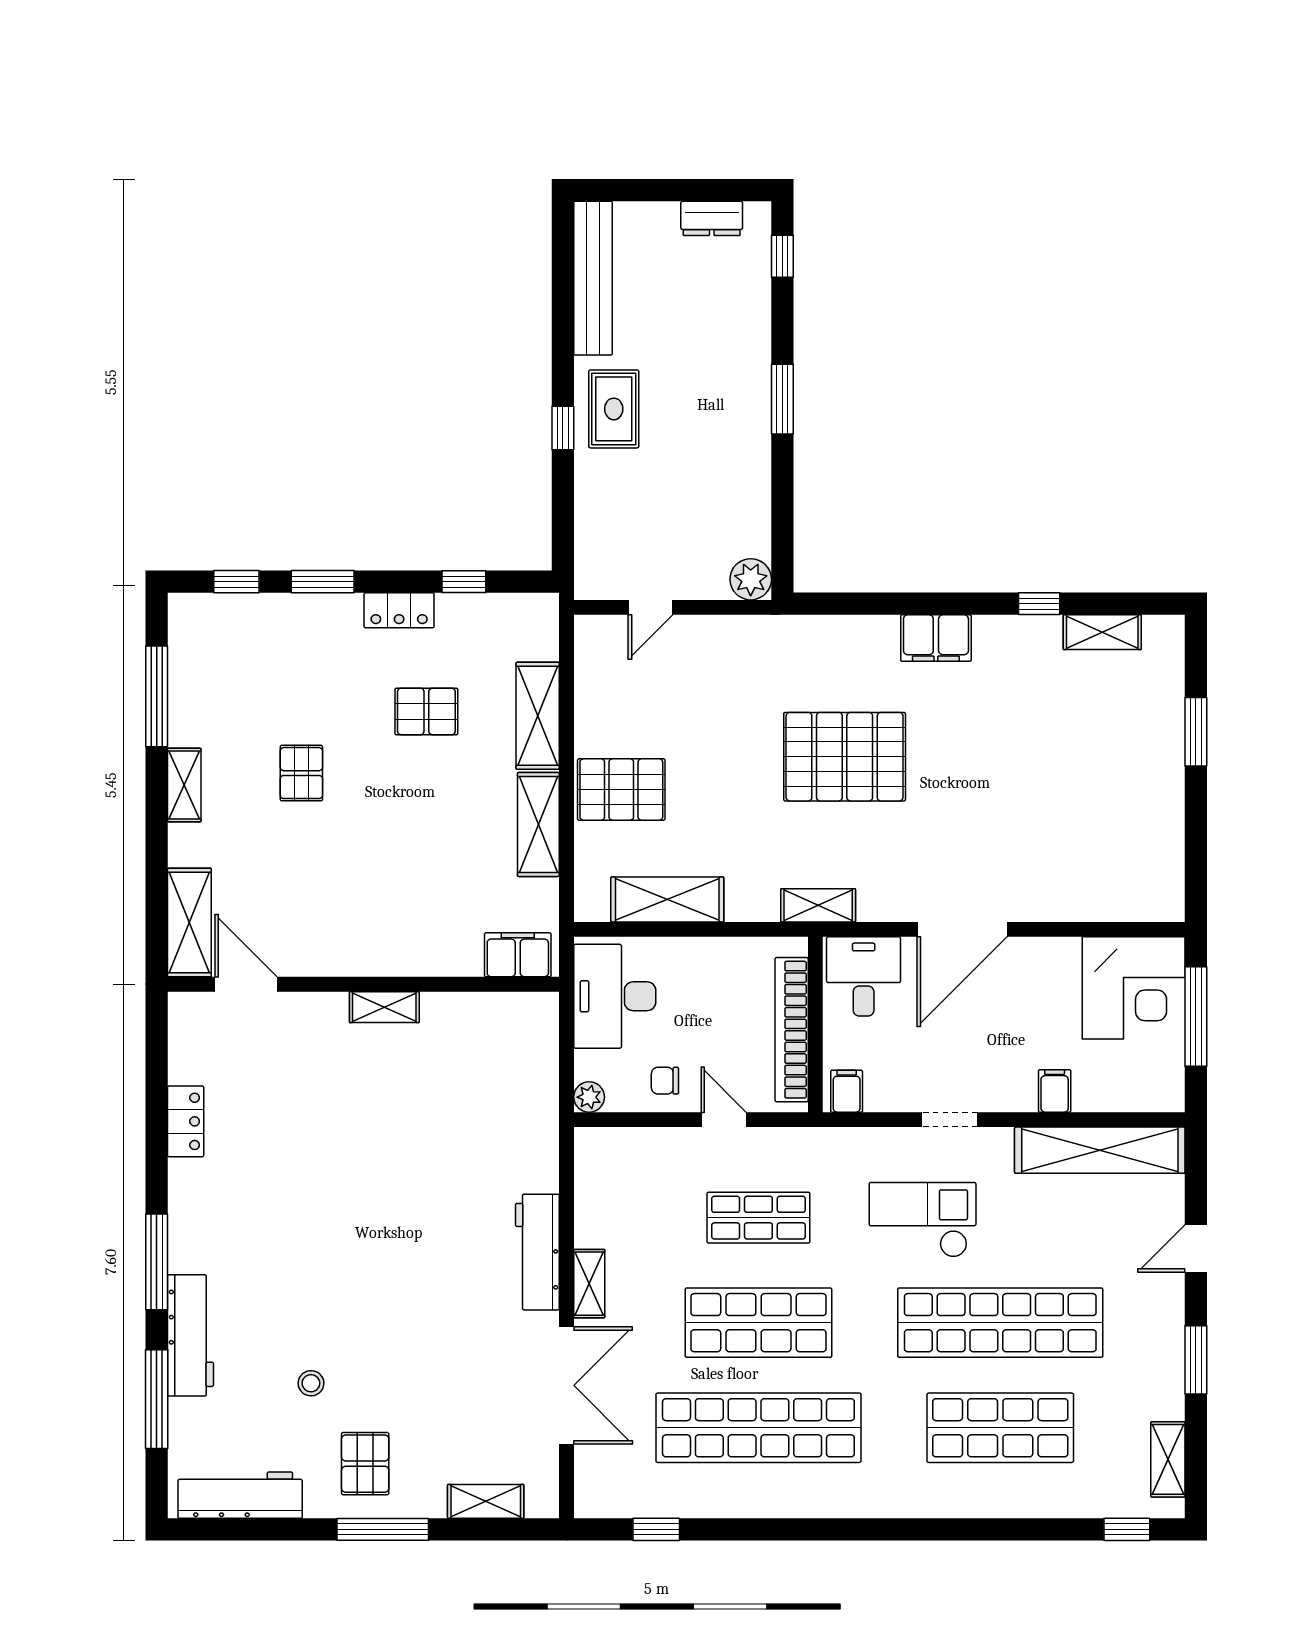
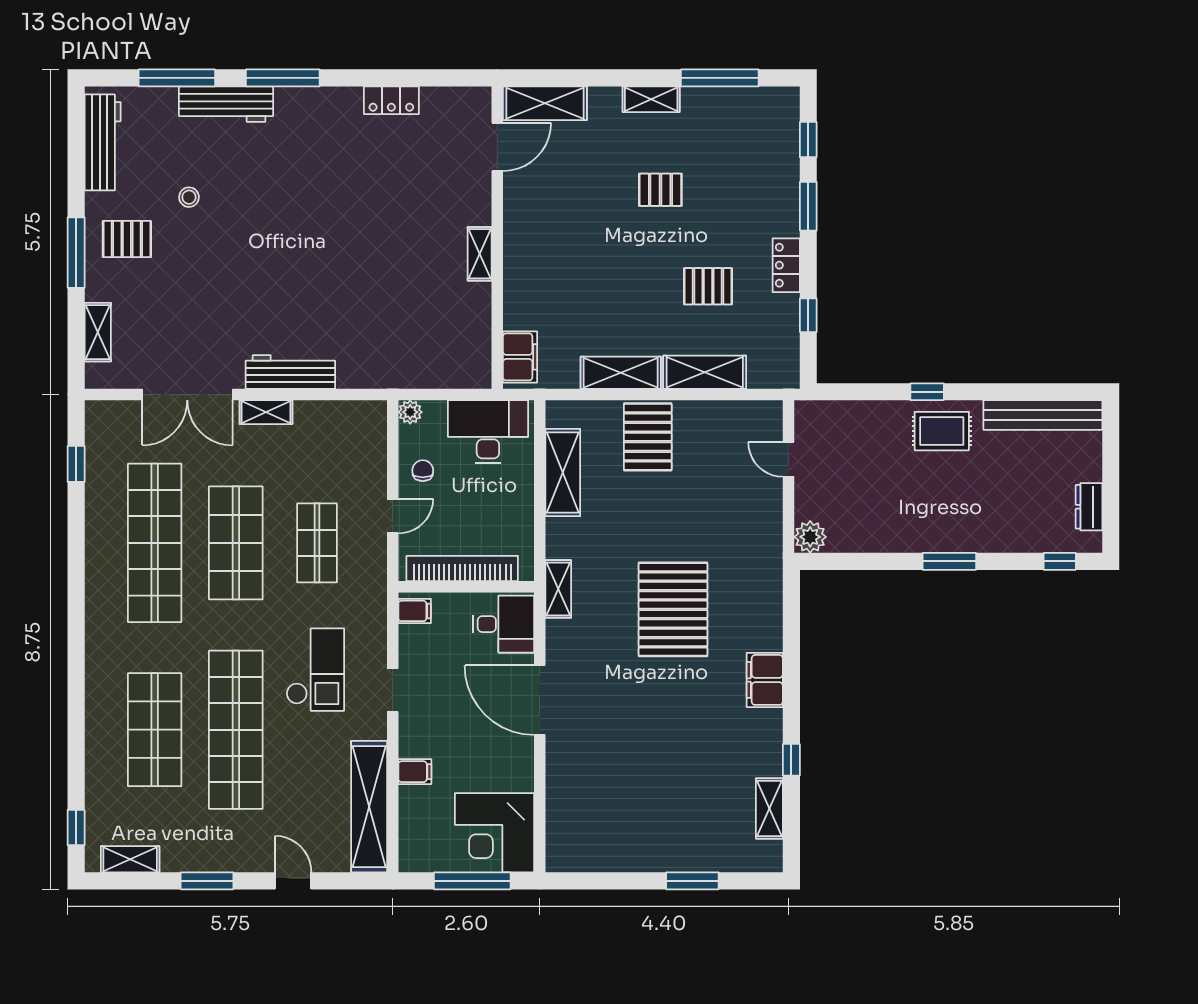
pallet: (426, 711) -> (708, 286), turned 90

